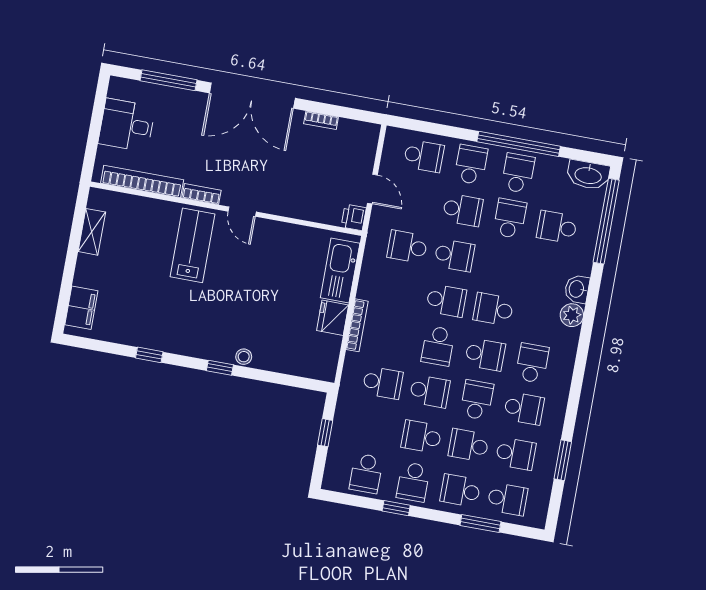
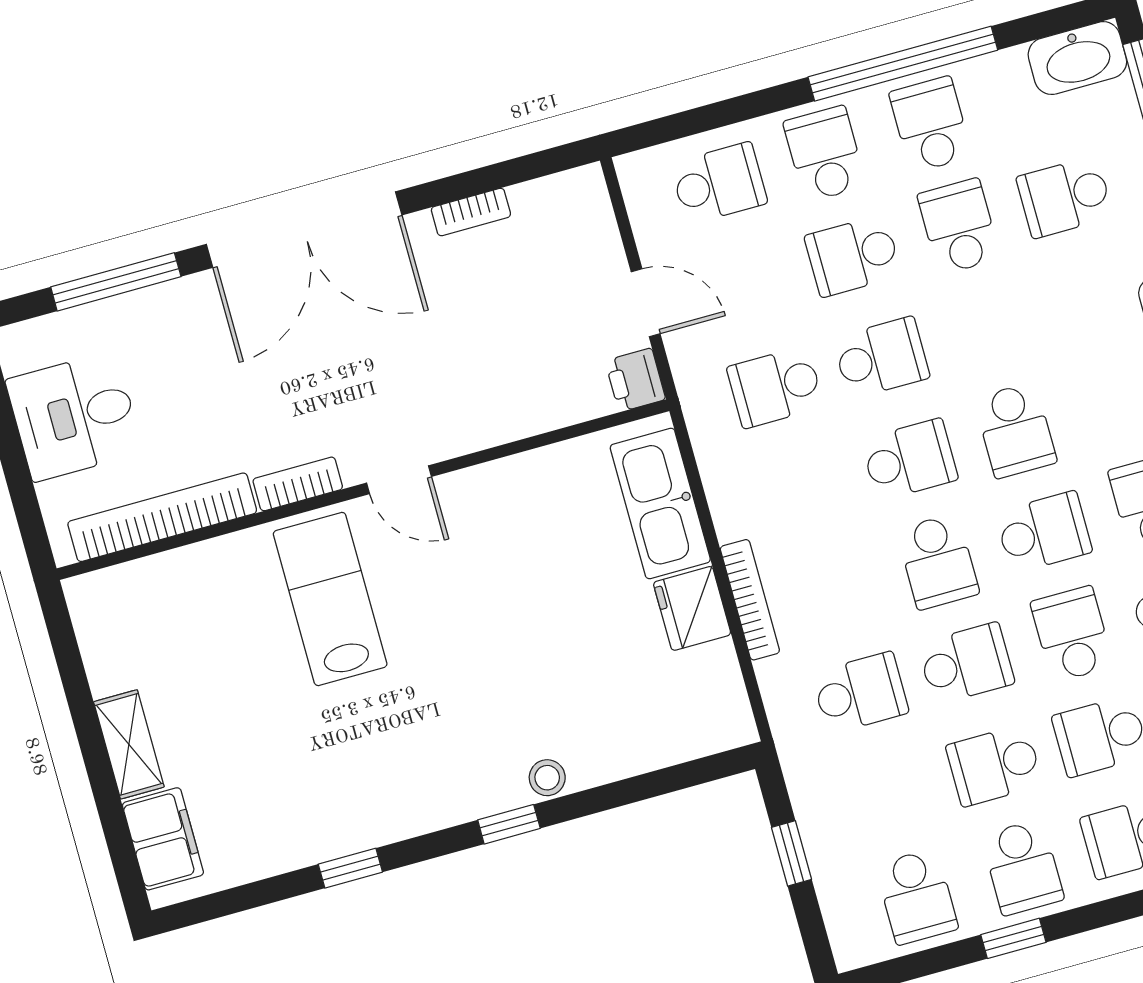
school desk: (463, 210) -> (853, 256), turned 180
shelving: (92, 232) -> (129, 744), moved
school desk: (493, 309) -> (1015, 430), turned -90

